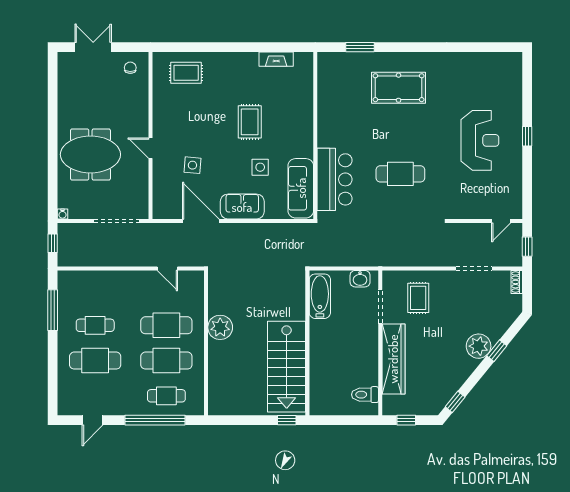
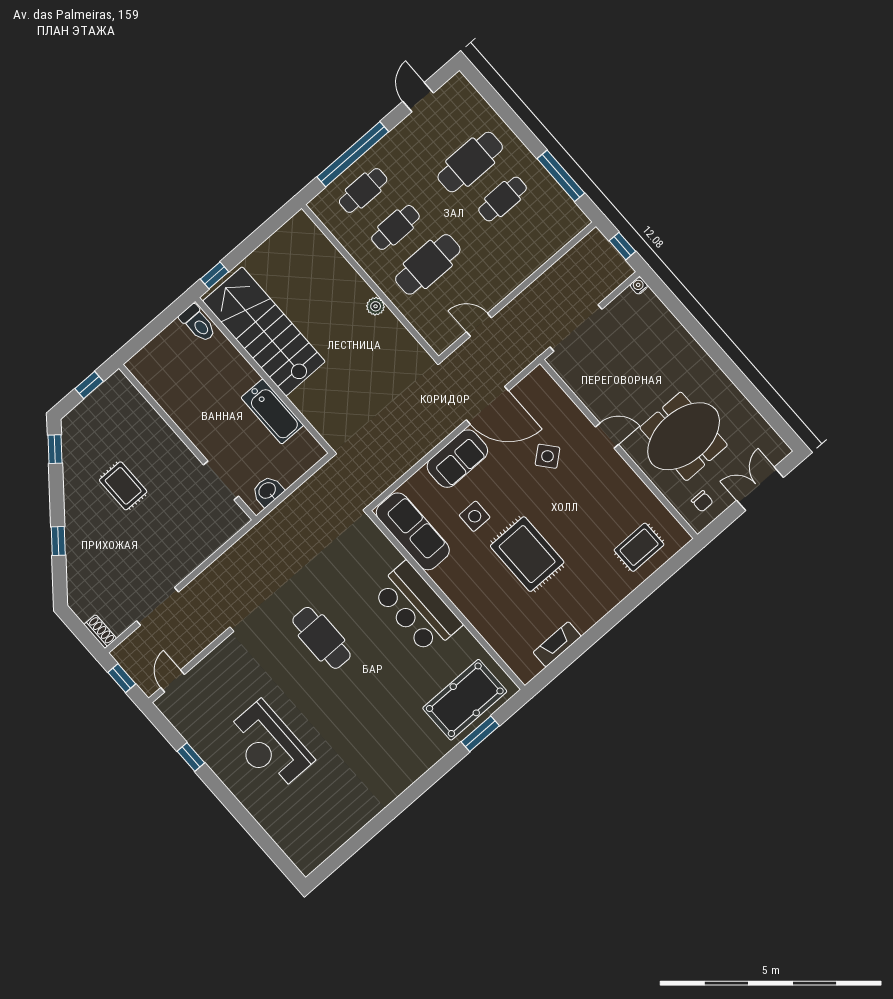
double door: (93, 47) -> (760, 489), swing flipped
pool table: (399, 88) -> (465, 700), moved
rug: (250, 122) -> (527, 554), width x1.36, depth x1.43
window: (527, 136) -> (191, 757), moved
meeting table: (90, 154) -> (684, 436), moved
side table: (192, 165) -> (547, 456), turned 45
cafe table: (400, 174) -> (321, 638), turned 90
bar counter: (335, 179) -> (417, 608), moved
bathtub: (320, 296) -> (272, 411), moved
rug: (418, 298) -> (123, 486), moved
plant: (220, 327) -> (376, 306), width x0.53, depth x0.53
plant: (479, 346) -> (81, 529), removed
wardrobe: (393, 359) -> (159, 438), removed
cafe table: (166, 361) -> (395, 227), width x0.73, depth x0.74
toilet: (365, 395) -> (198, 323), moved, turned 90

